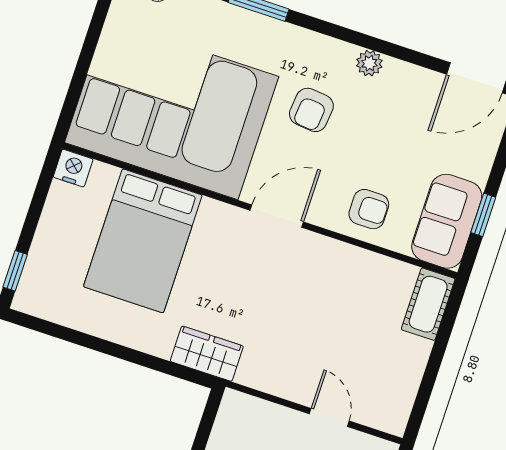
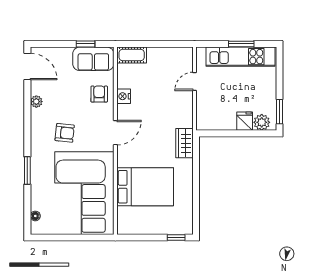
plant: (369, 63) -> (36, 102), moved
nightstand: (73, 168) -> (124, 96), moved
door: (277, 216) -> (115, 133), swing flipped

